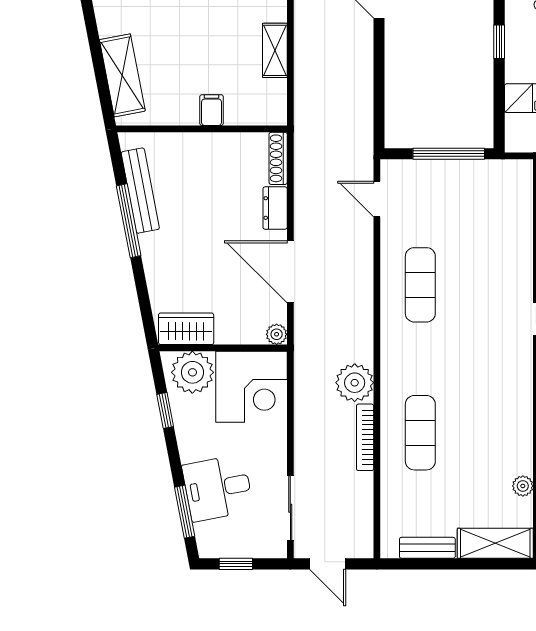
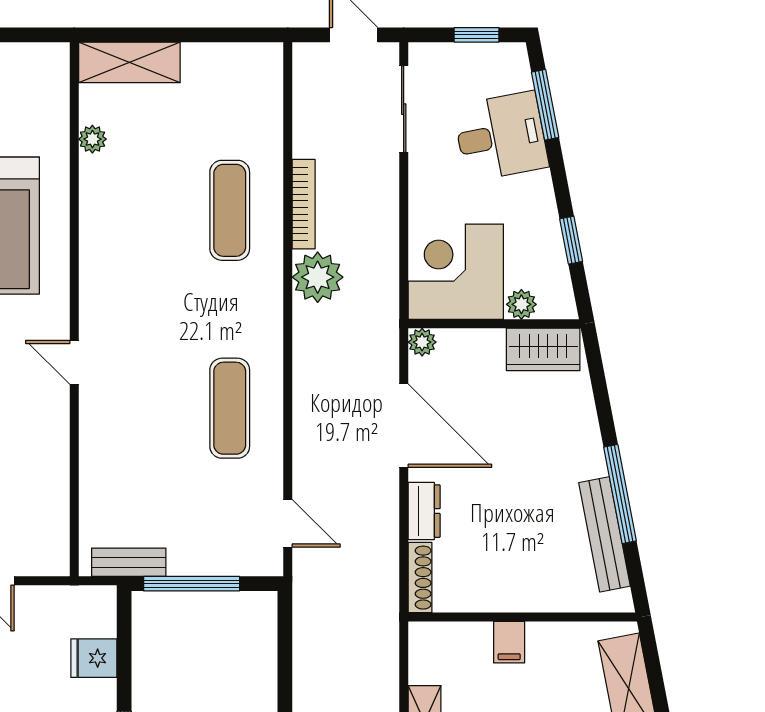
plant: (192, 372) -> (521, 304), width x0.53, depth x0.53
bench: (427, 548) -> (129, 562), moved

